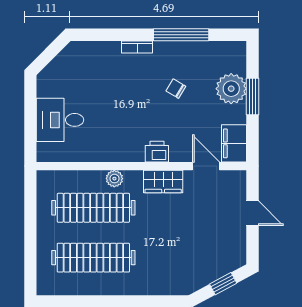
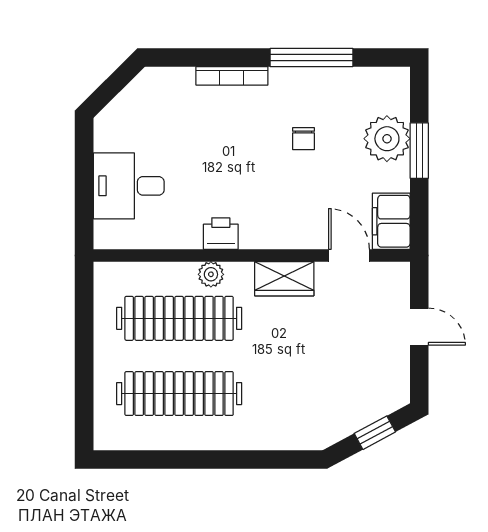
bookcase: (137, 47) -> (232, 76), width x1.56
chair: (176, 89) -> (304, 139), turned -121
printer: (157, 152) -> (221, 234), moved

